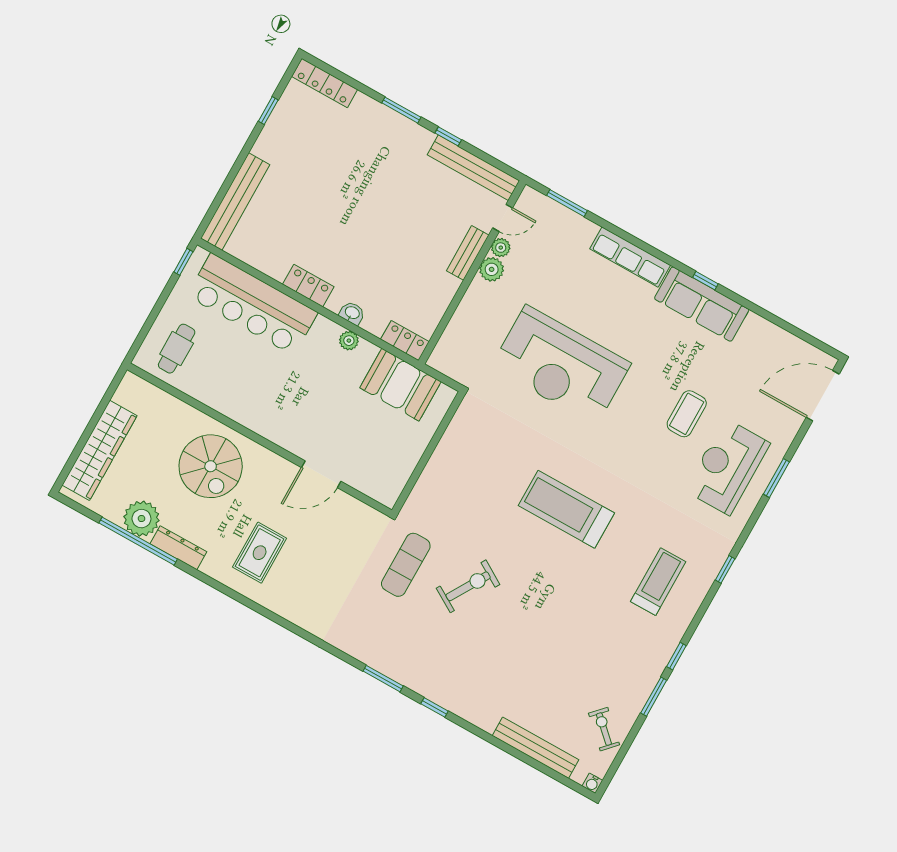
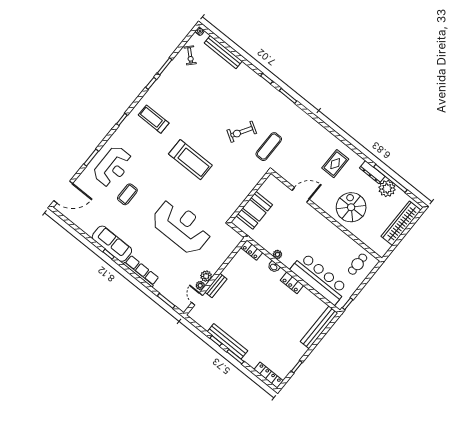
bench: (473, 168) -> (227, 341), moved
door: (503, 218) -> (197, 299), hinge flipped
booth: (400, 385) -> (254, 210), moved, turned 90
treadmill: (658, 582) -> (154, 119), turned 90

